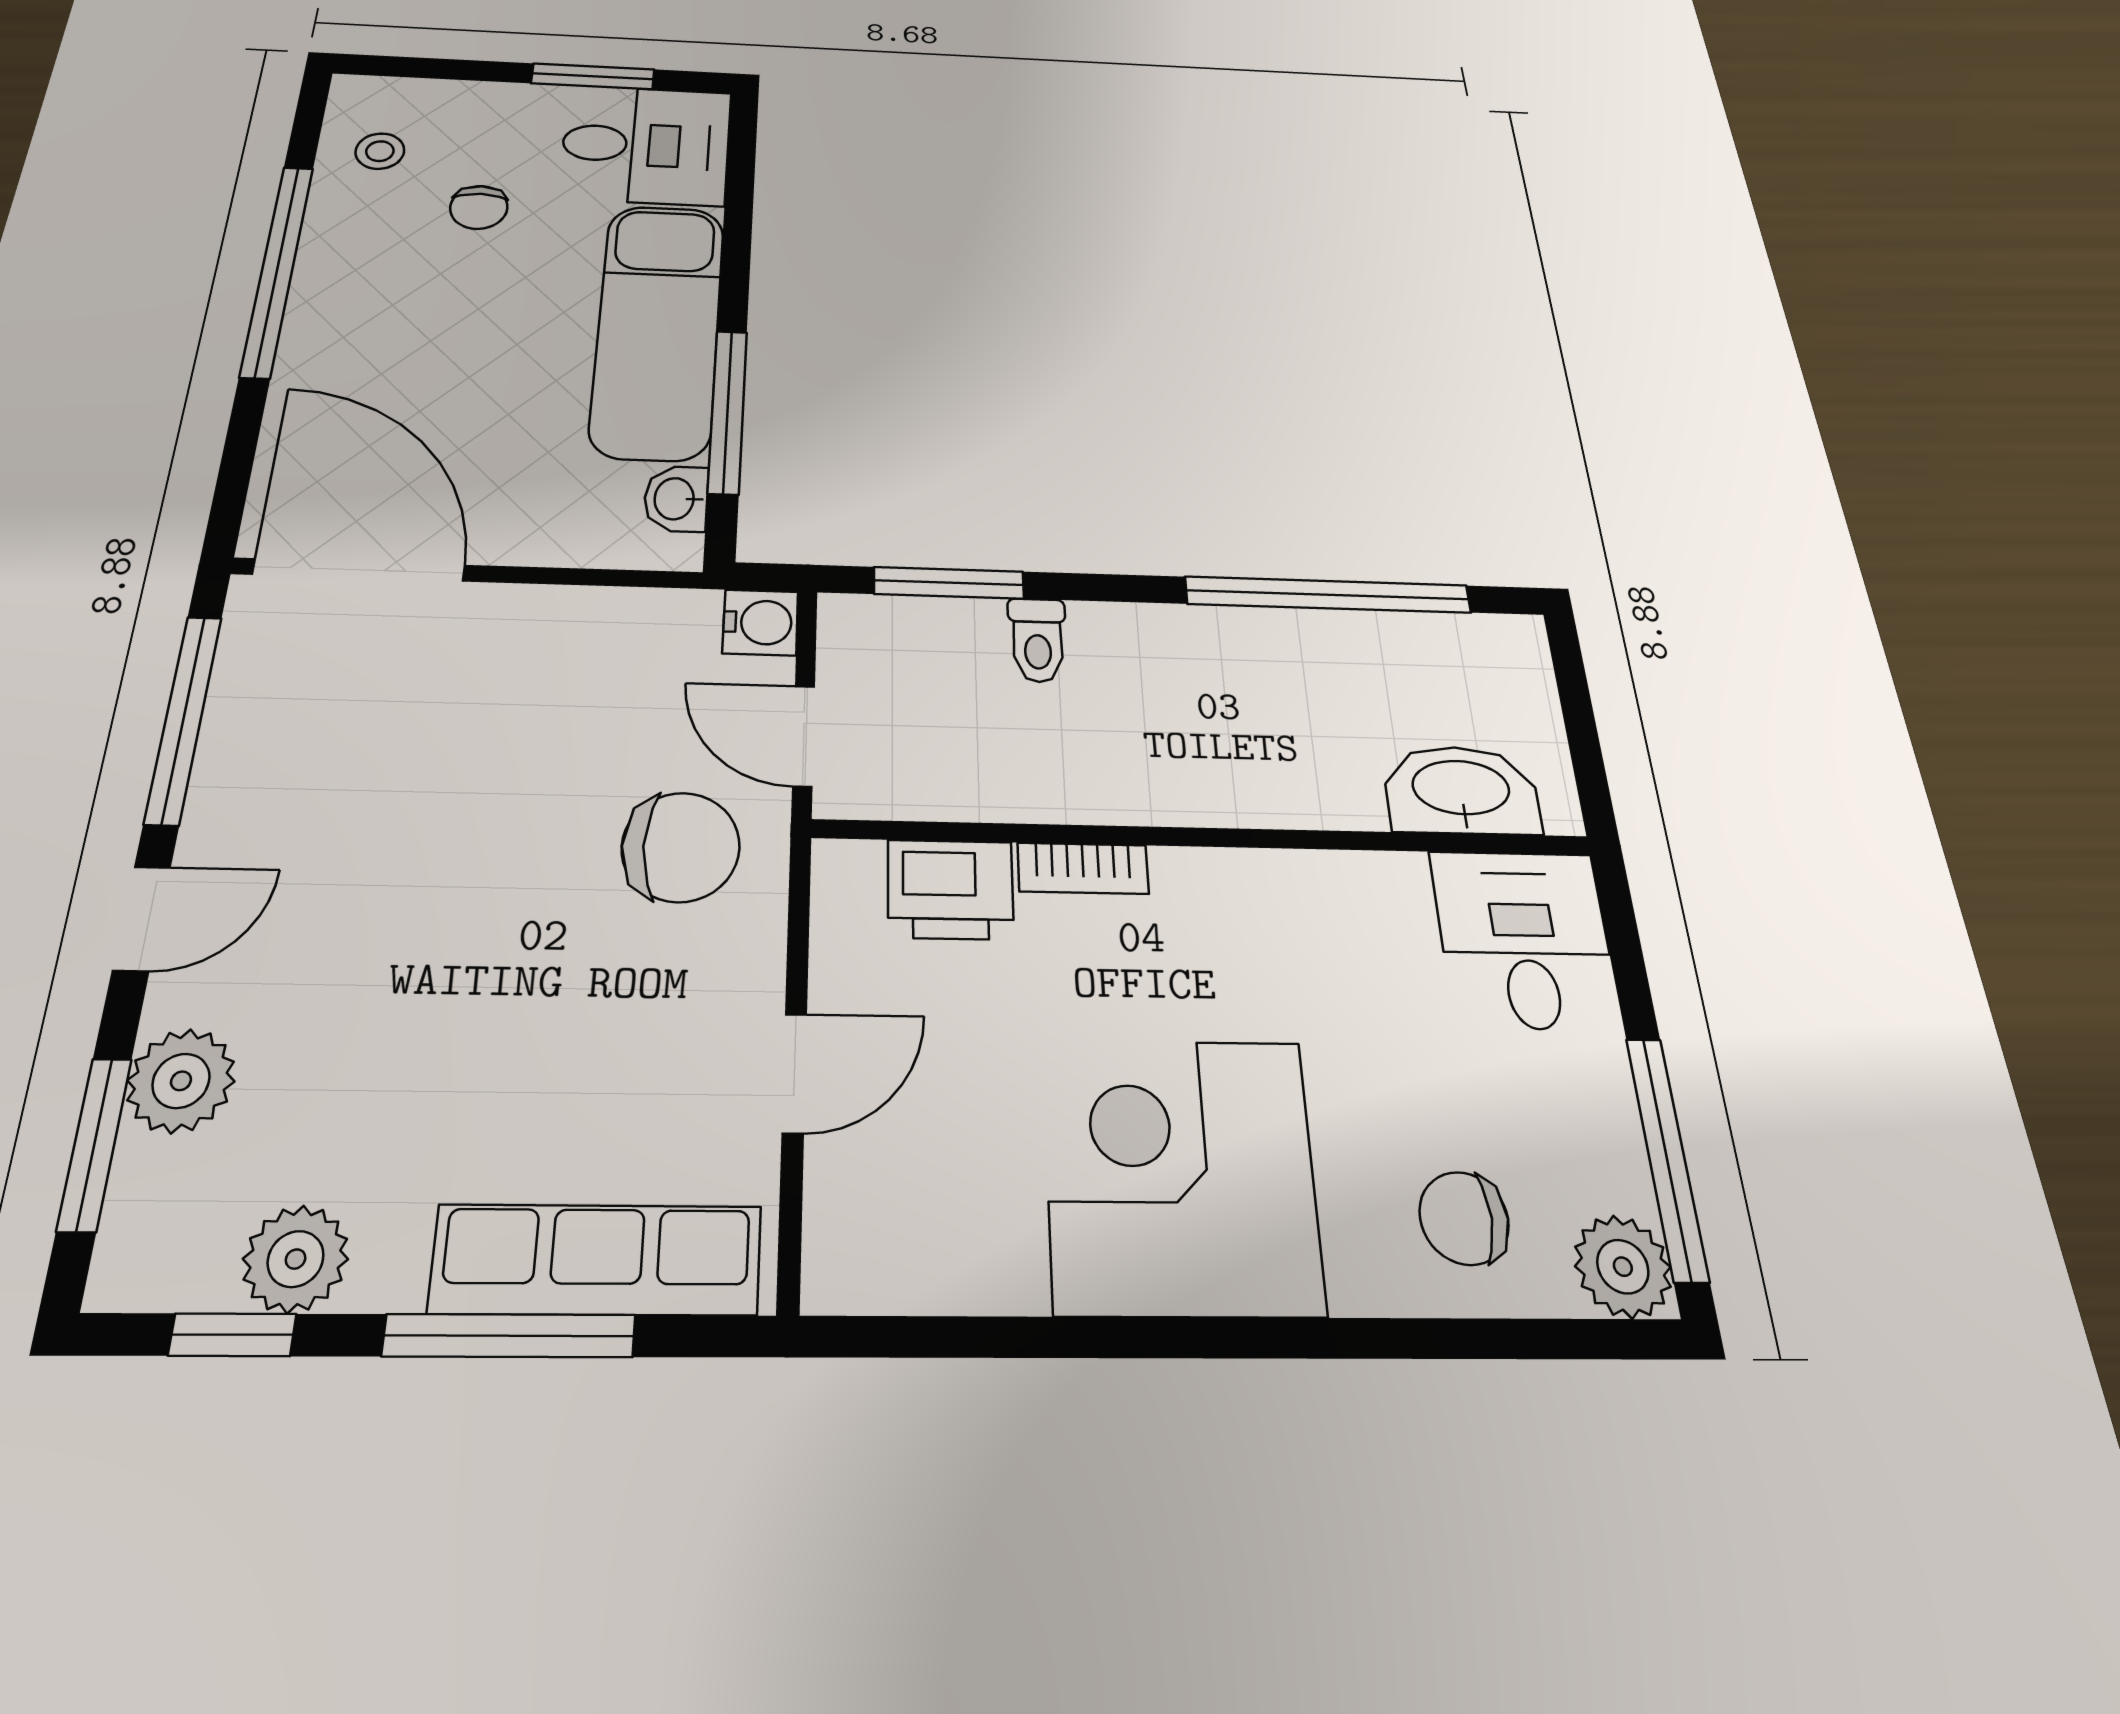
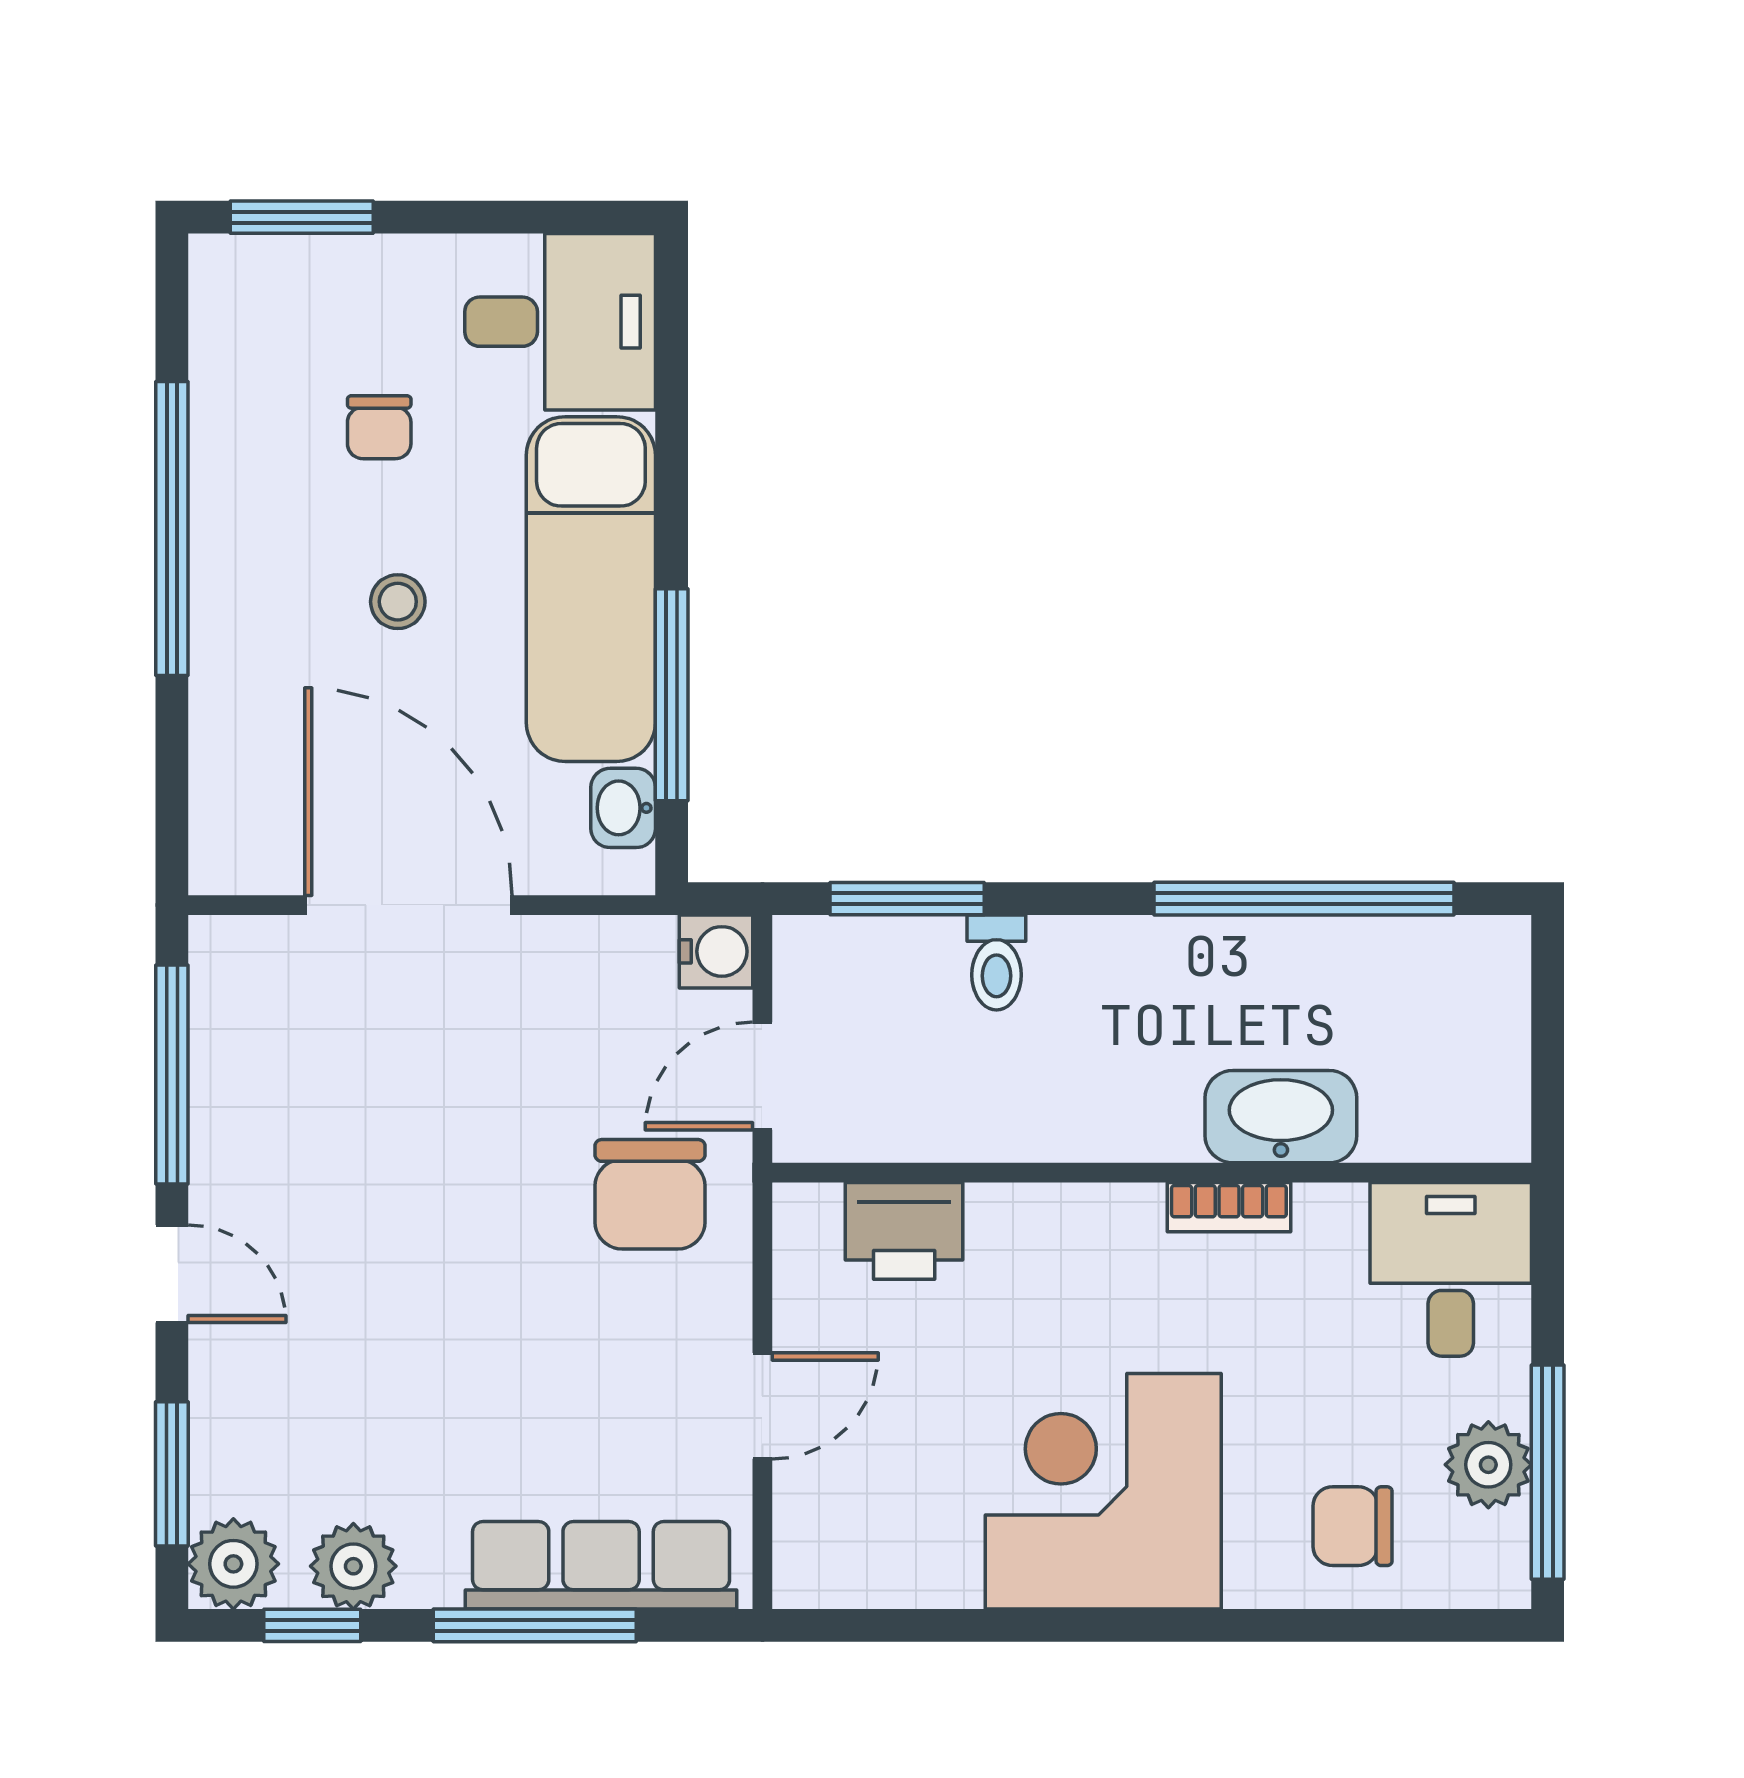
window: (593, 76) -> (302, 217), moved
stool: (380, 151) -> (398, 602), moved
door: (359, 570) -> (408, 905), moved
door: (804, 736) -> (762, 1076), hinge flipped
washbasin: (1461, 790) -> (1281, 1117), moved
chair: (681, 847) -> (650, 1194), turned 90
bookcase: (1083, 868) -> (1229, 1207), moved
door: (142, 918) -> (172, 1274), hinge flipped
plant: (181, 1081) -> (233, 1564), moved
plant: (1623, 1267) -> (1488, 1465), moved

